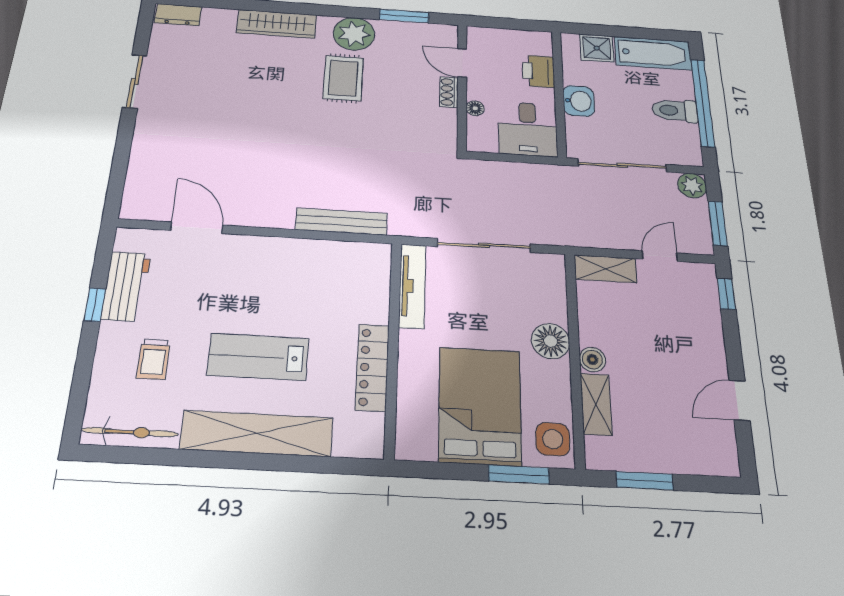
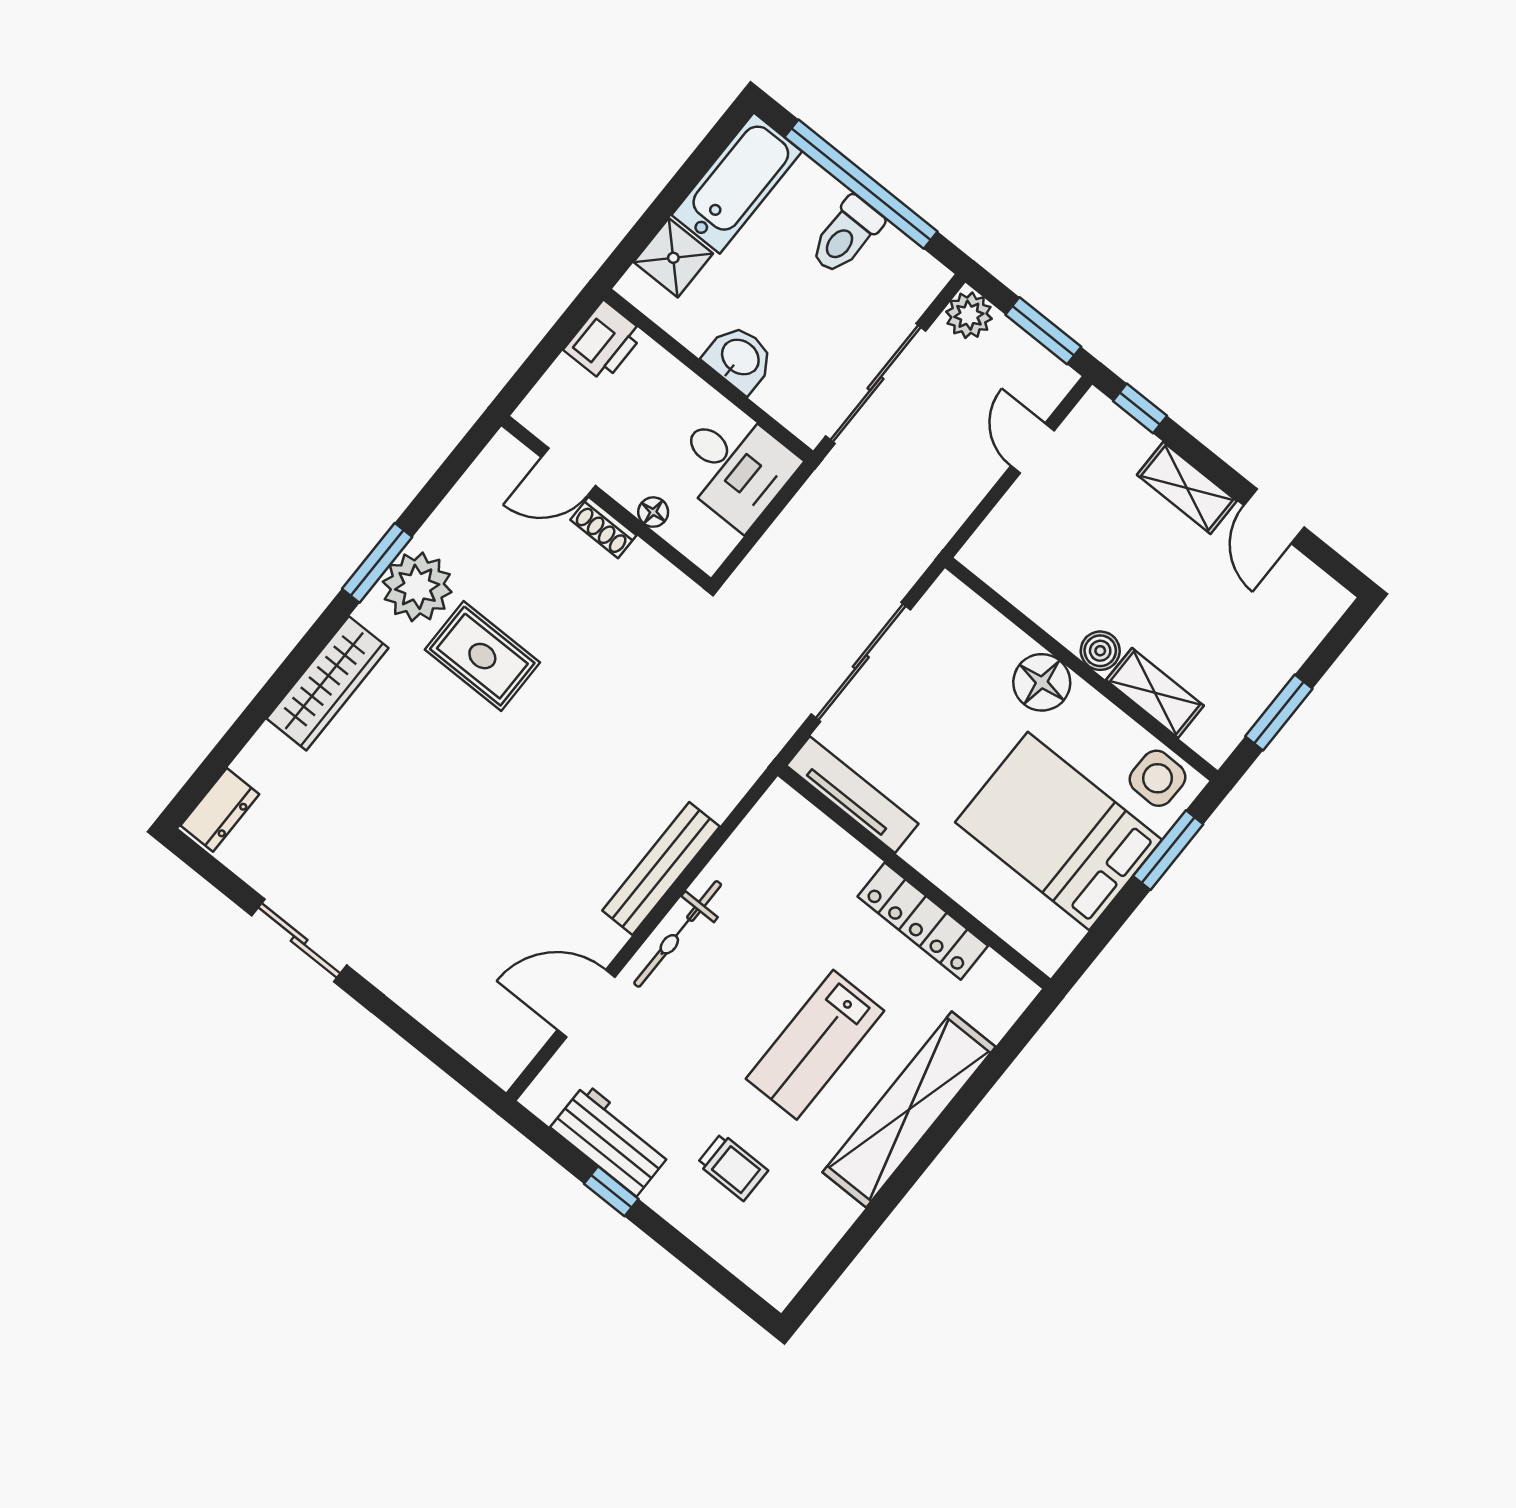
window: (404, 16) -> (377, 563), moved
printer: (538, 71) -> (604, 341), moved, turned -90
bench: (341, 222) -> (661, 868), moved
shelving: (606, 269) -> (1187, 488), moved, turned 90
bicycle: (130, 432) -> (678, 934), moved, turned 180

